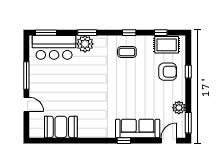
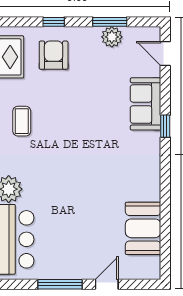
window: (188, 123) -> (110, 22), moved
sofa: (138, 128) -> (146, 104), width x0.73

